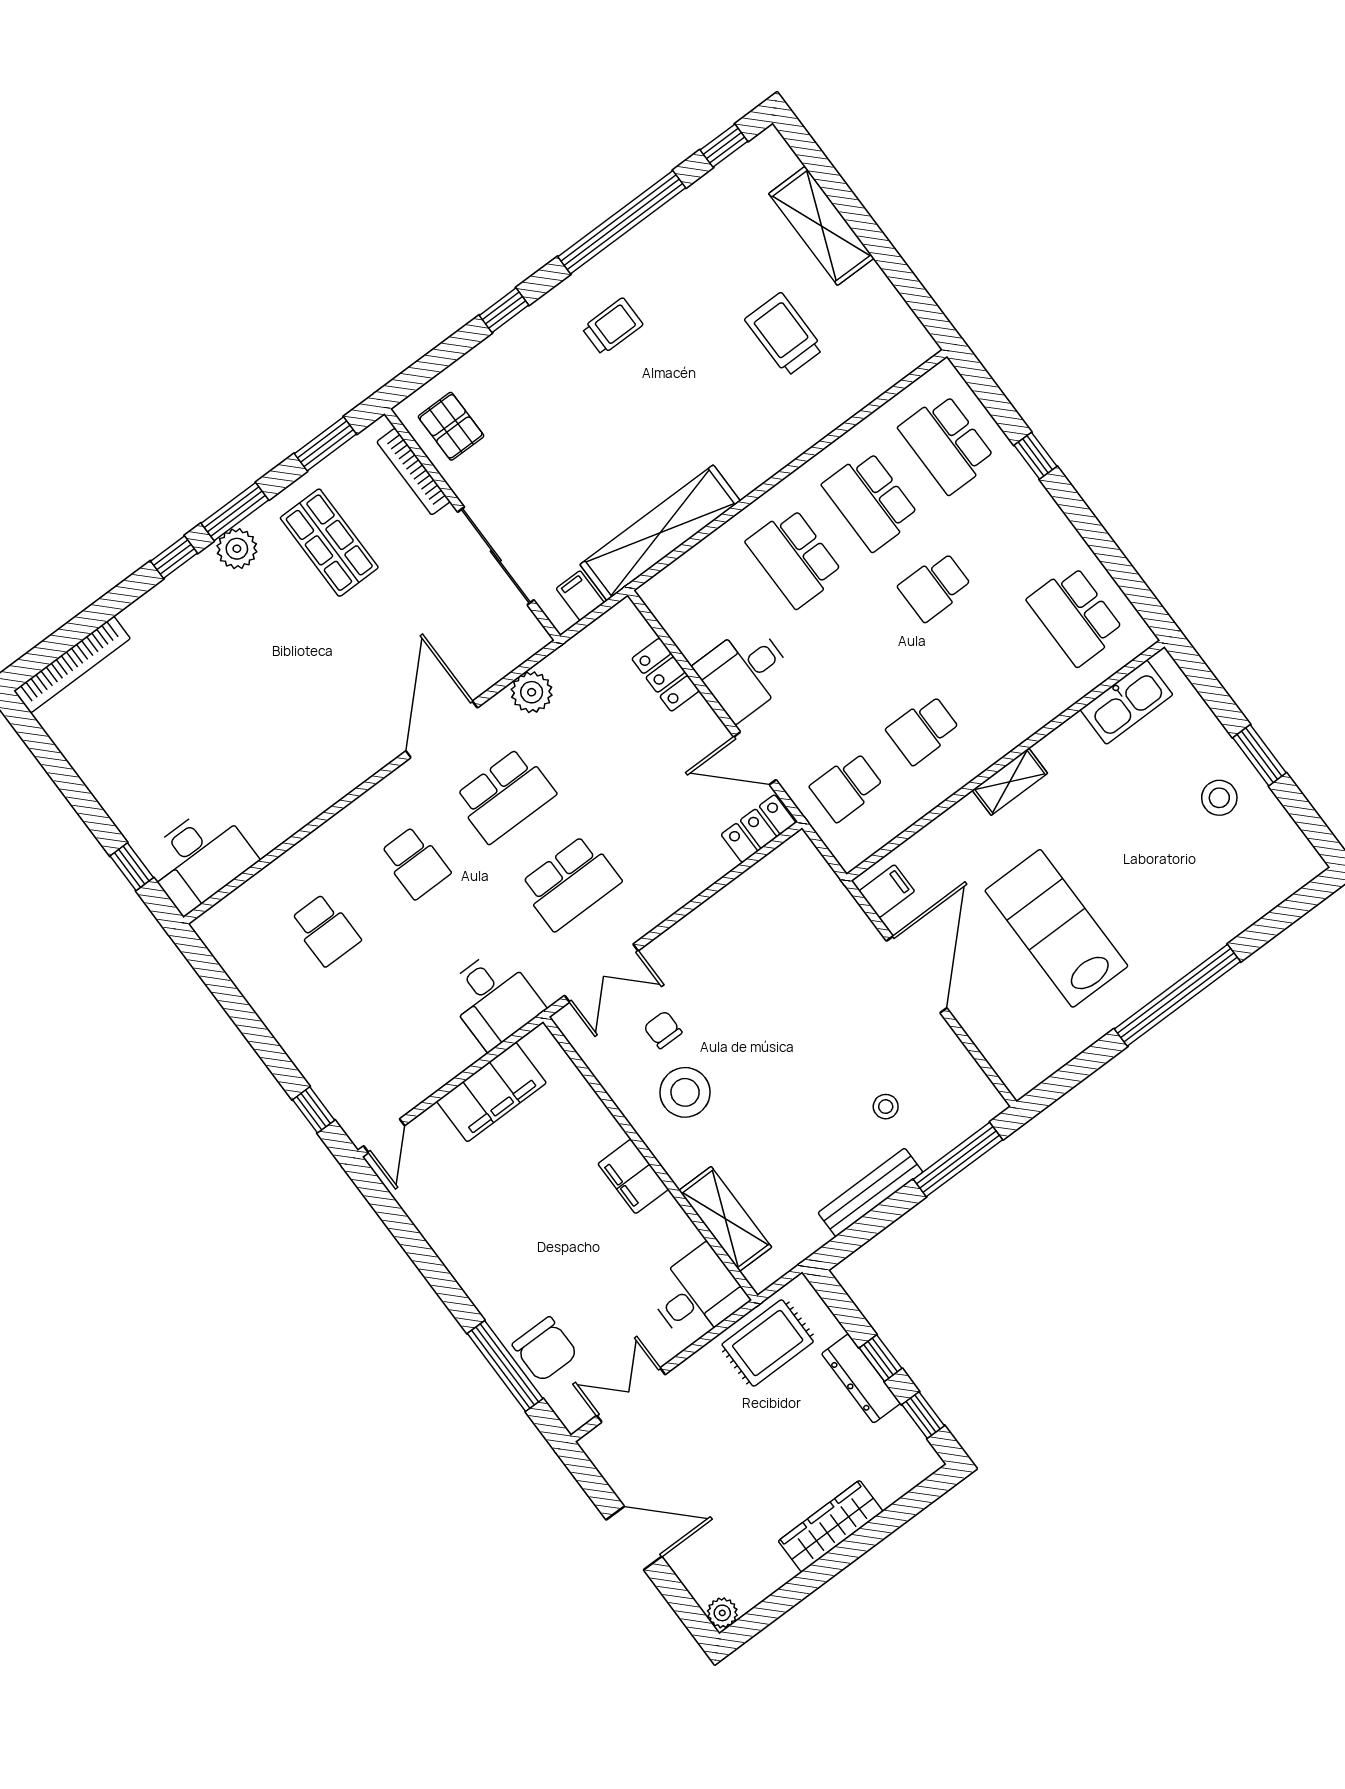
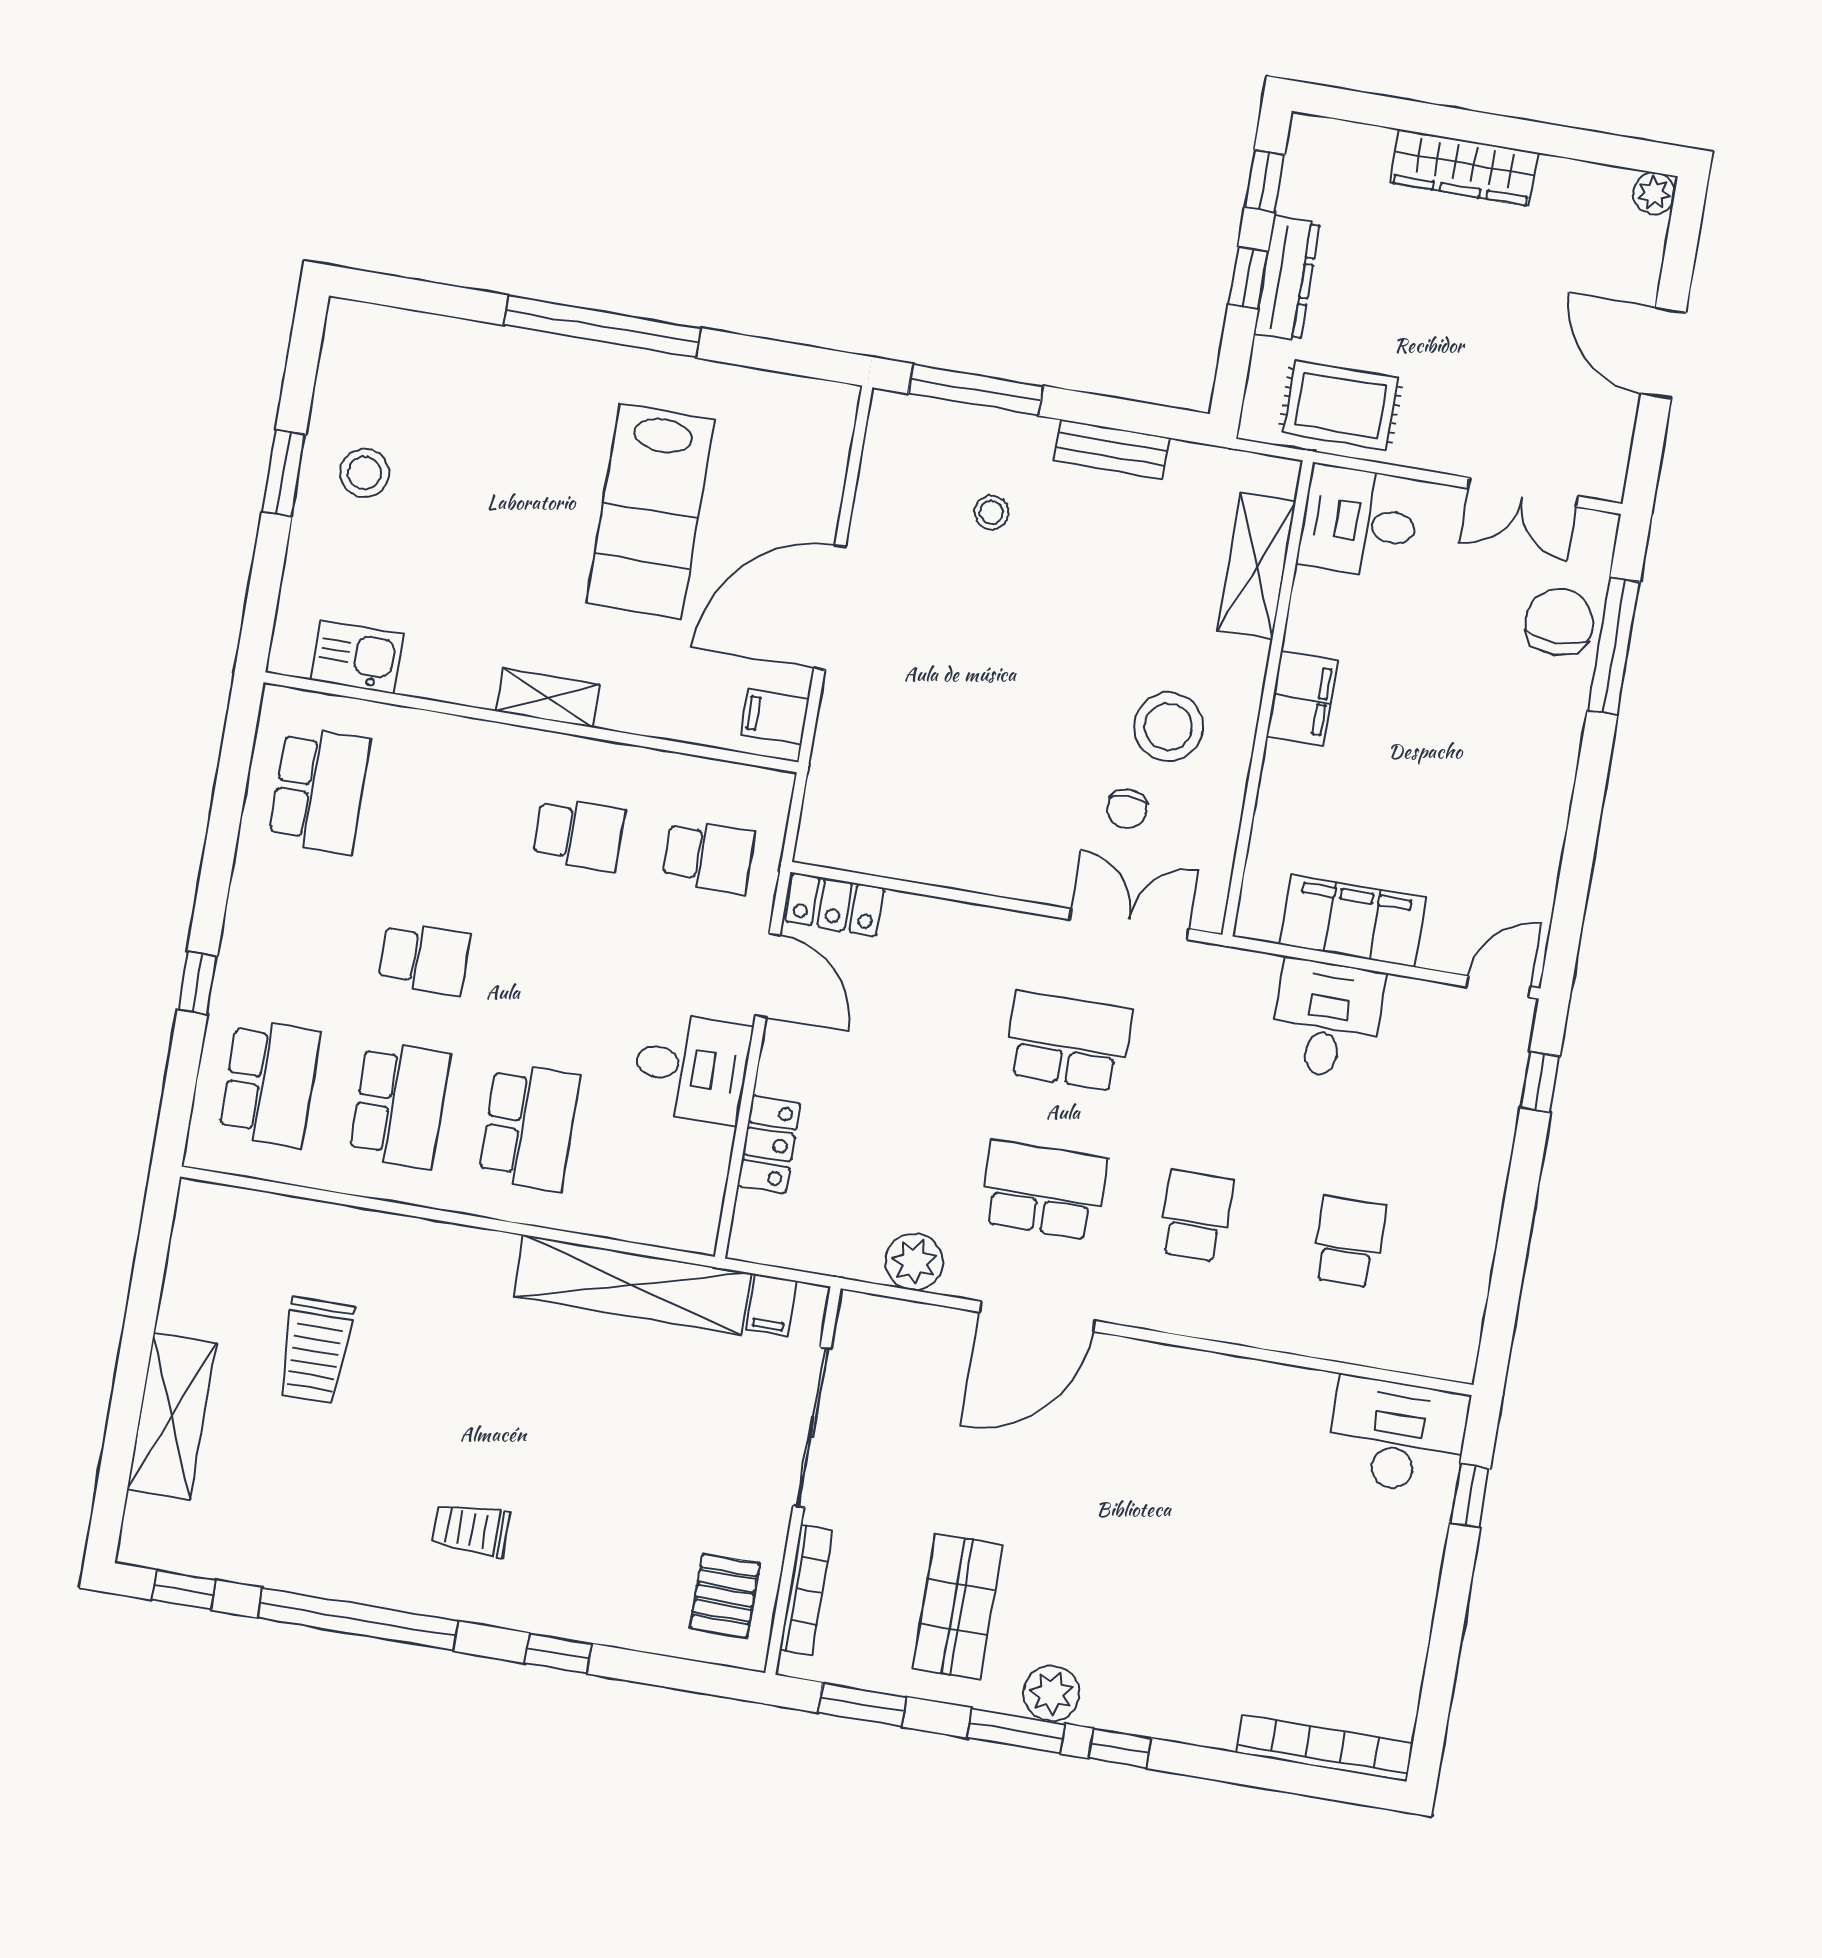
kitchen sink: (1126, 702) -> (357, 657), width x0.73
desk: (494, 999) -> (1327, 1019), moved
bench: (870, 1192) -> (1112, 449), width x0.73

